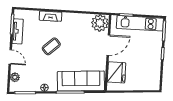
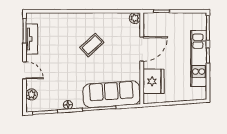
fireplace: (51, 16) -> (70, 18), removed
plant: (100, 23) -> (135, 18), width x0.53, depth x0.53
kitchen unit: (140, 23) -> (199, 59), moved, turned 90
coffee table: (51, 46) -> (92, 45), moved

